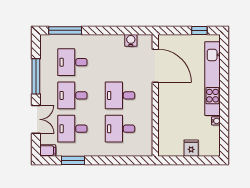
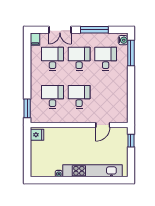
window: (199, 30) -> (131, 141), moved
water cooler: (131, 40) -> (123, 40), moved
door: (155, 66) -> (103, 125), width x0.53
fridge: (191, 148) -> (37, 135), moved
window: (73, 160) -> (27, 108), moved

